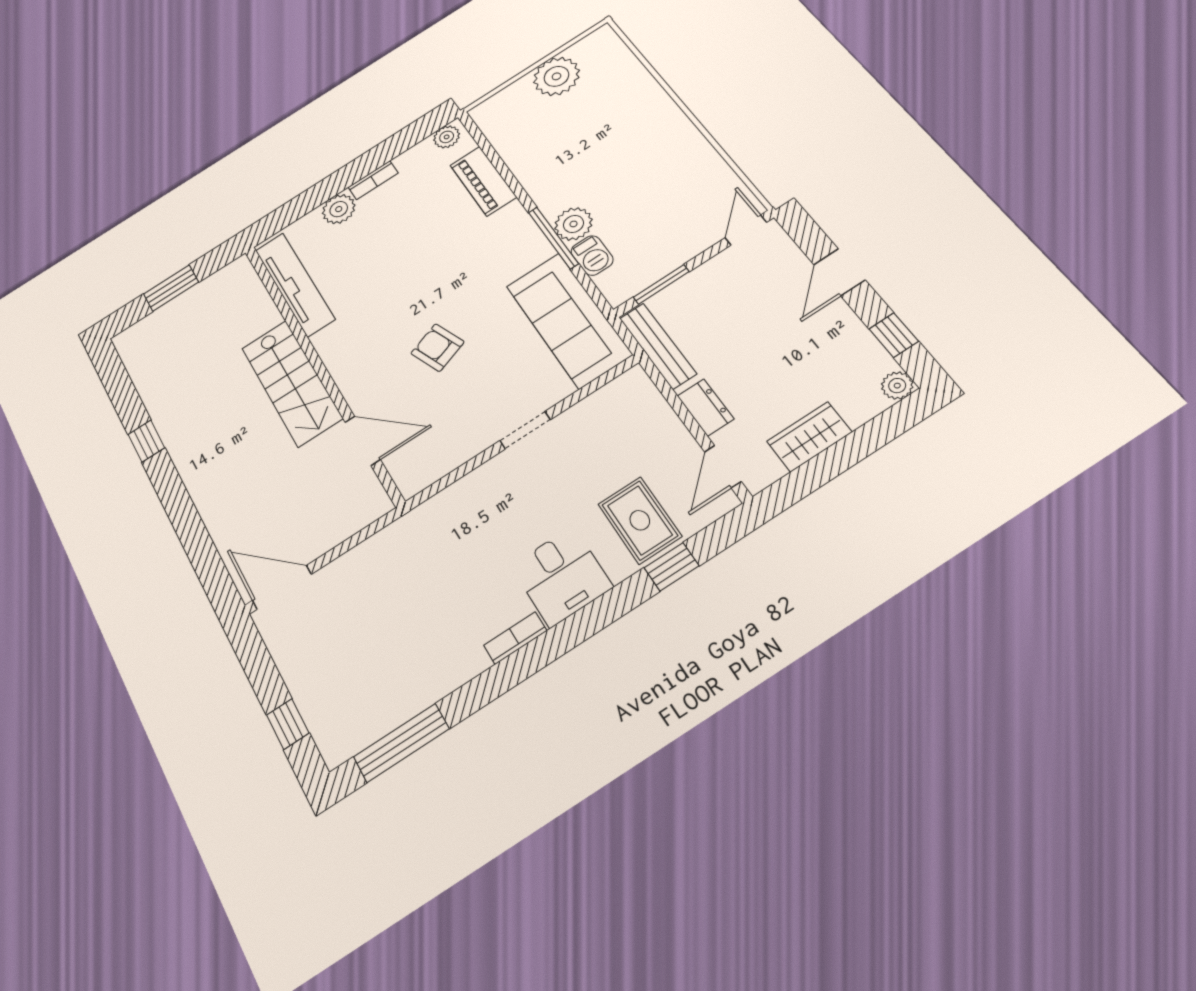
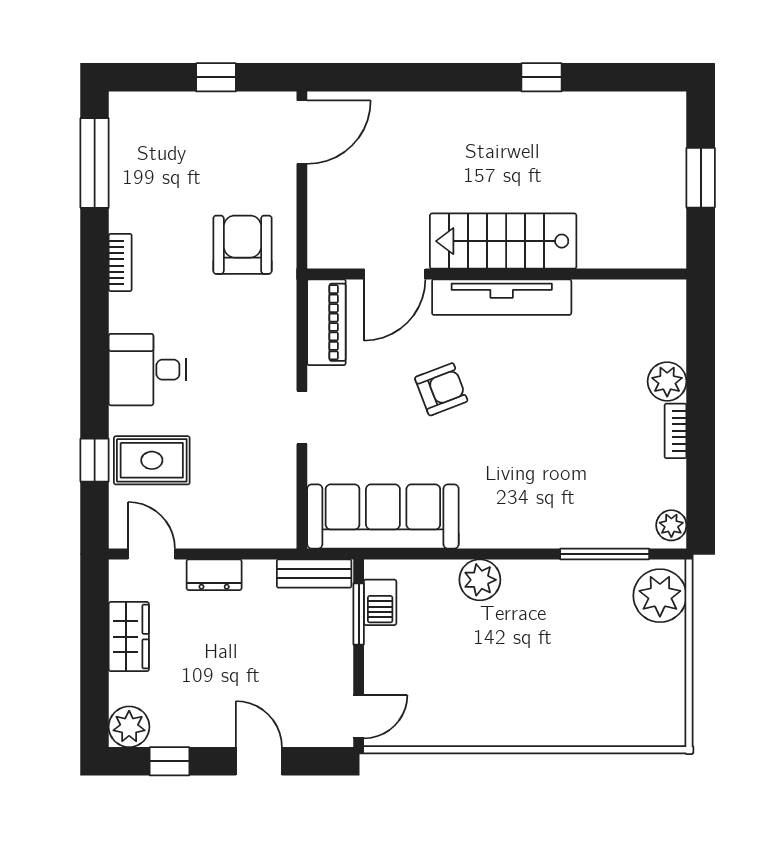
plant: (556, 76) -> (660, 596), moved
piano: (483, 181) -> (326, 322), moved, turned 90
door: (746, 230) -> (359, 717), hinge flipped
window: (553, 238) -> (605, 554), moved
barbecue: (592, 256) -> (380, 602), moved, turned -90
tv unit: (295, 284) -> (502, 297), moved
bench: (658, 346) -> (314, 574), width x0.73
plant: (897, 386) -> (129, 727), width x1.38, depth x1.38
armchair: (405, 571) -> (242, 245), added
bookcase: (515, 638) -> (120, 262), moved
window: (288, 724) -> (216, 77), moved

